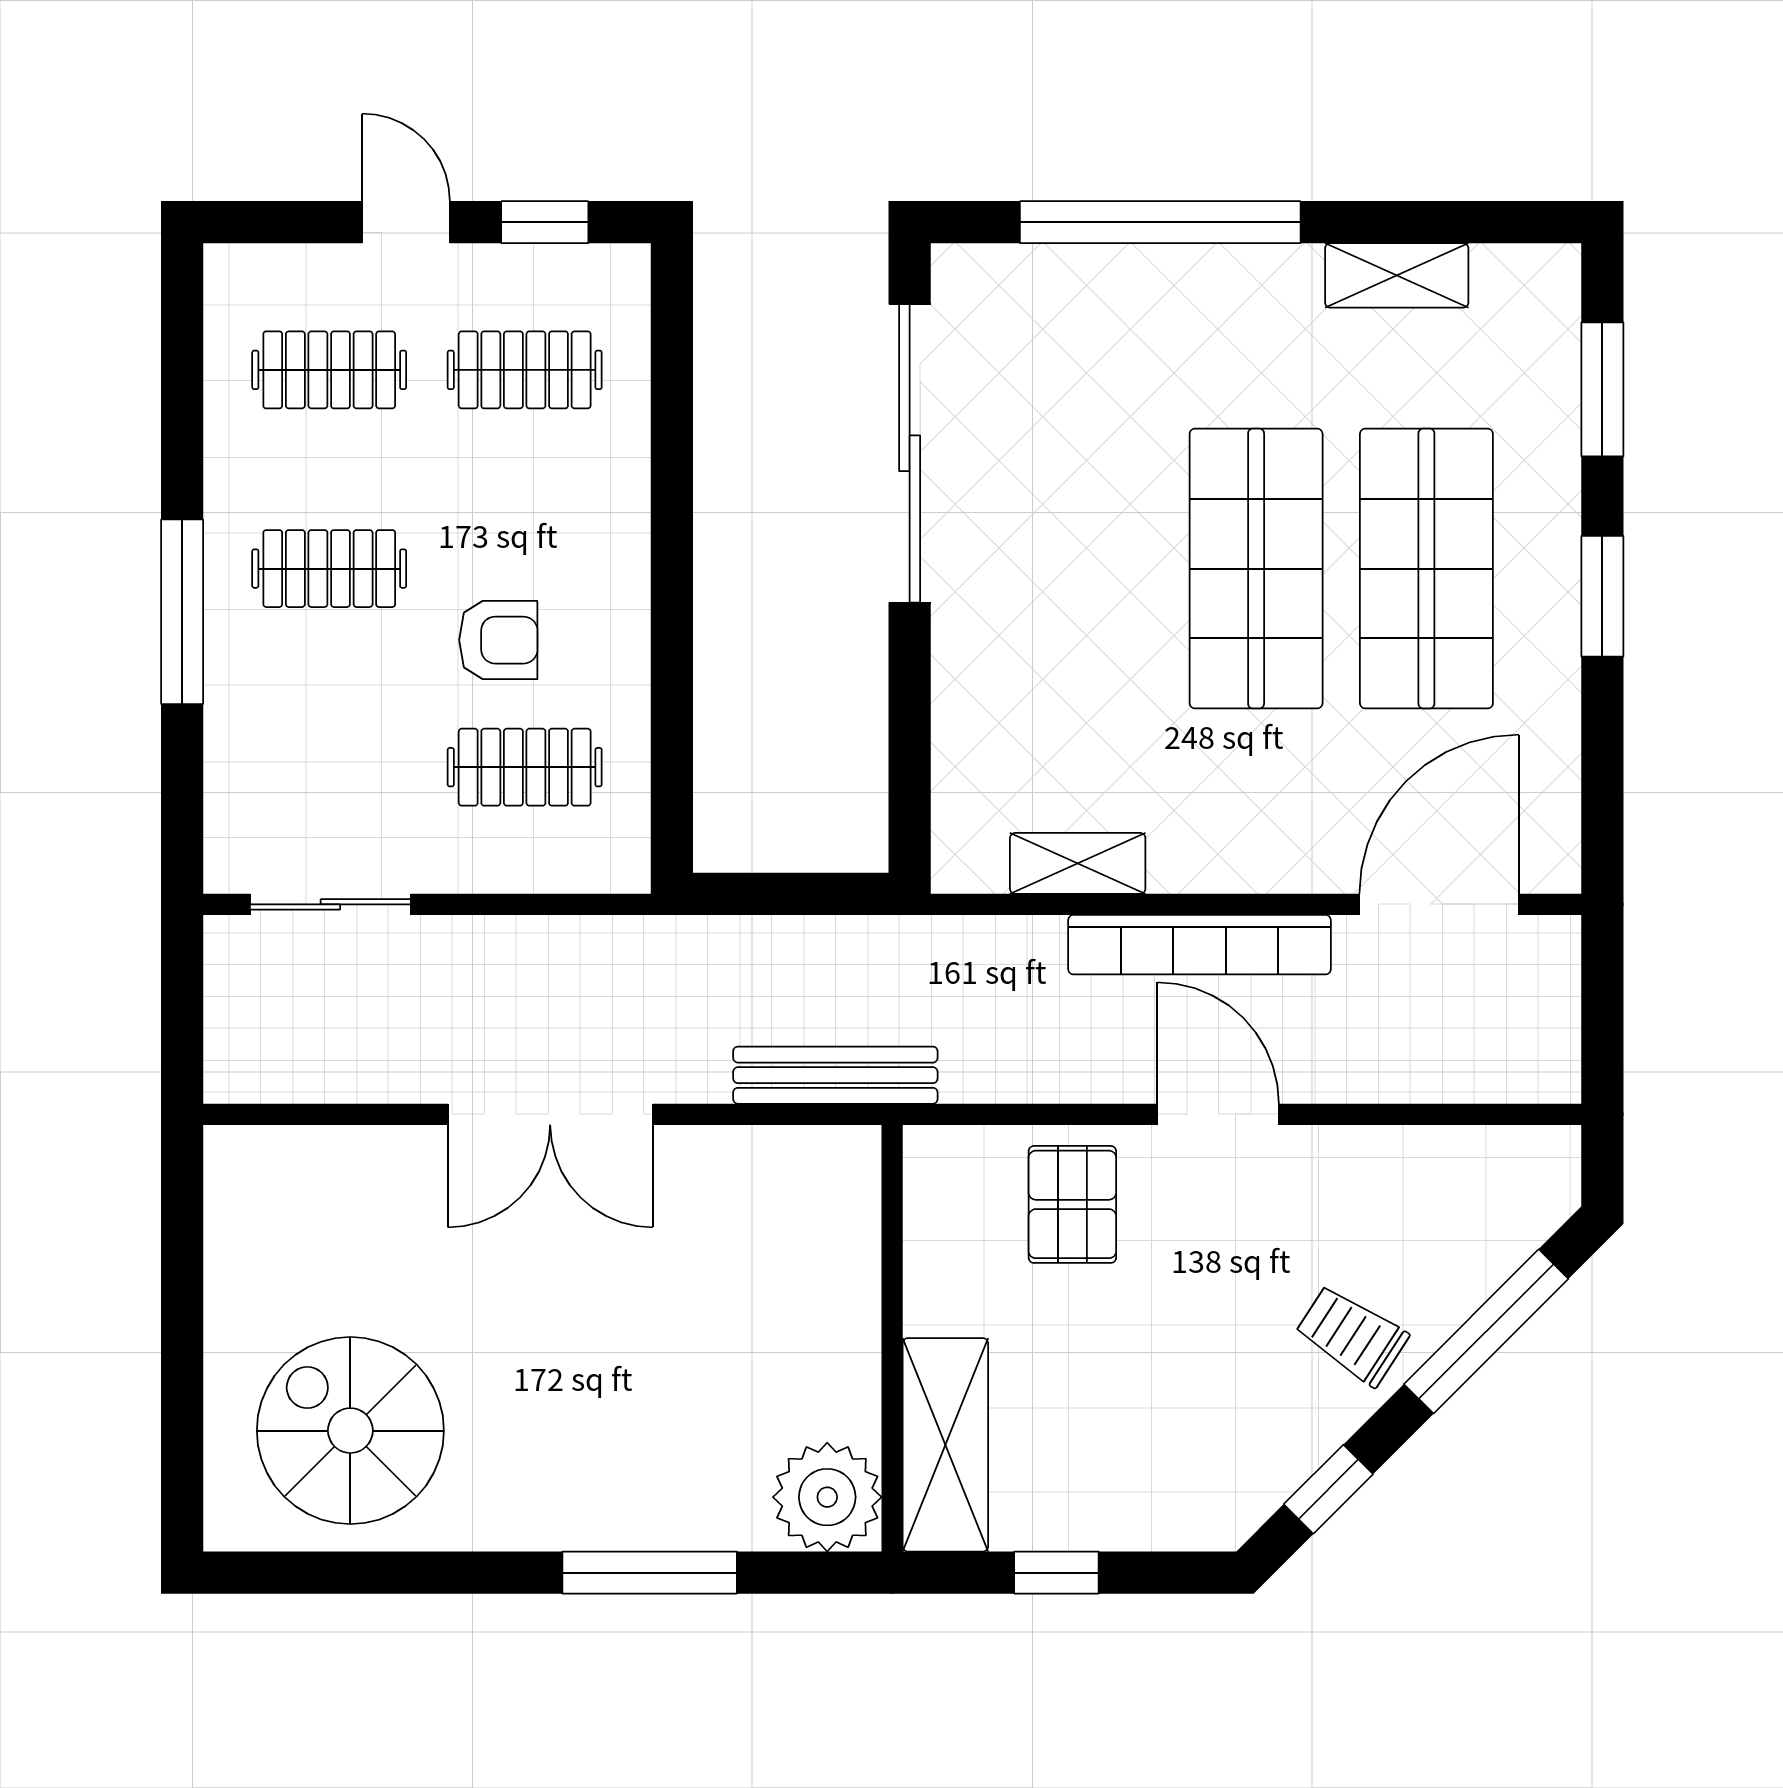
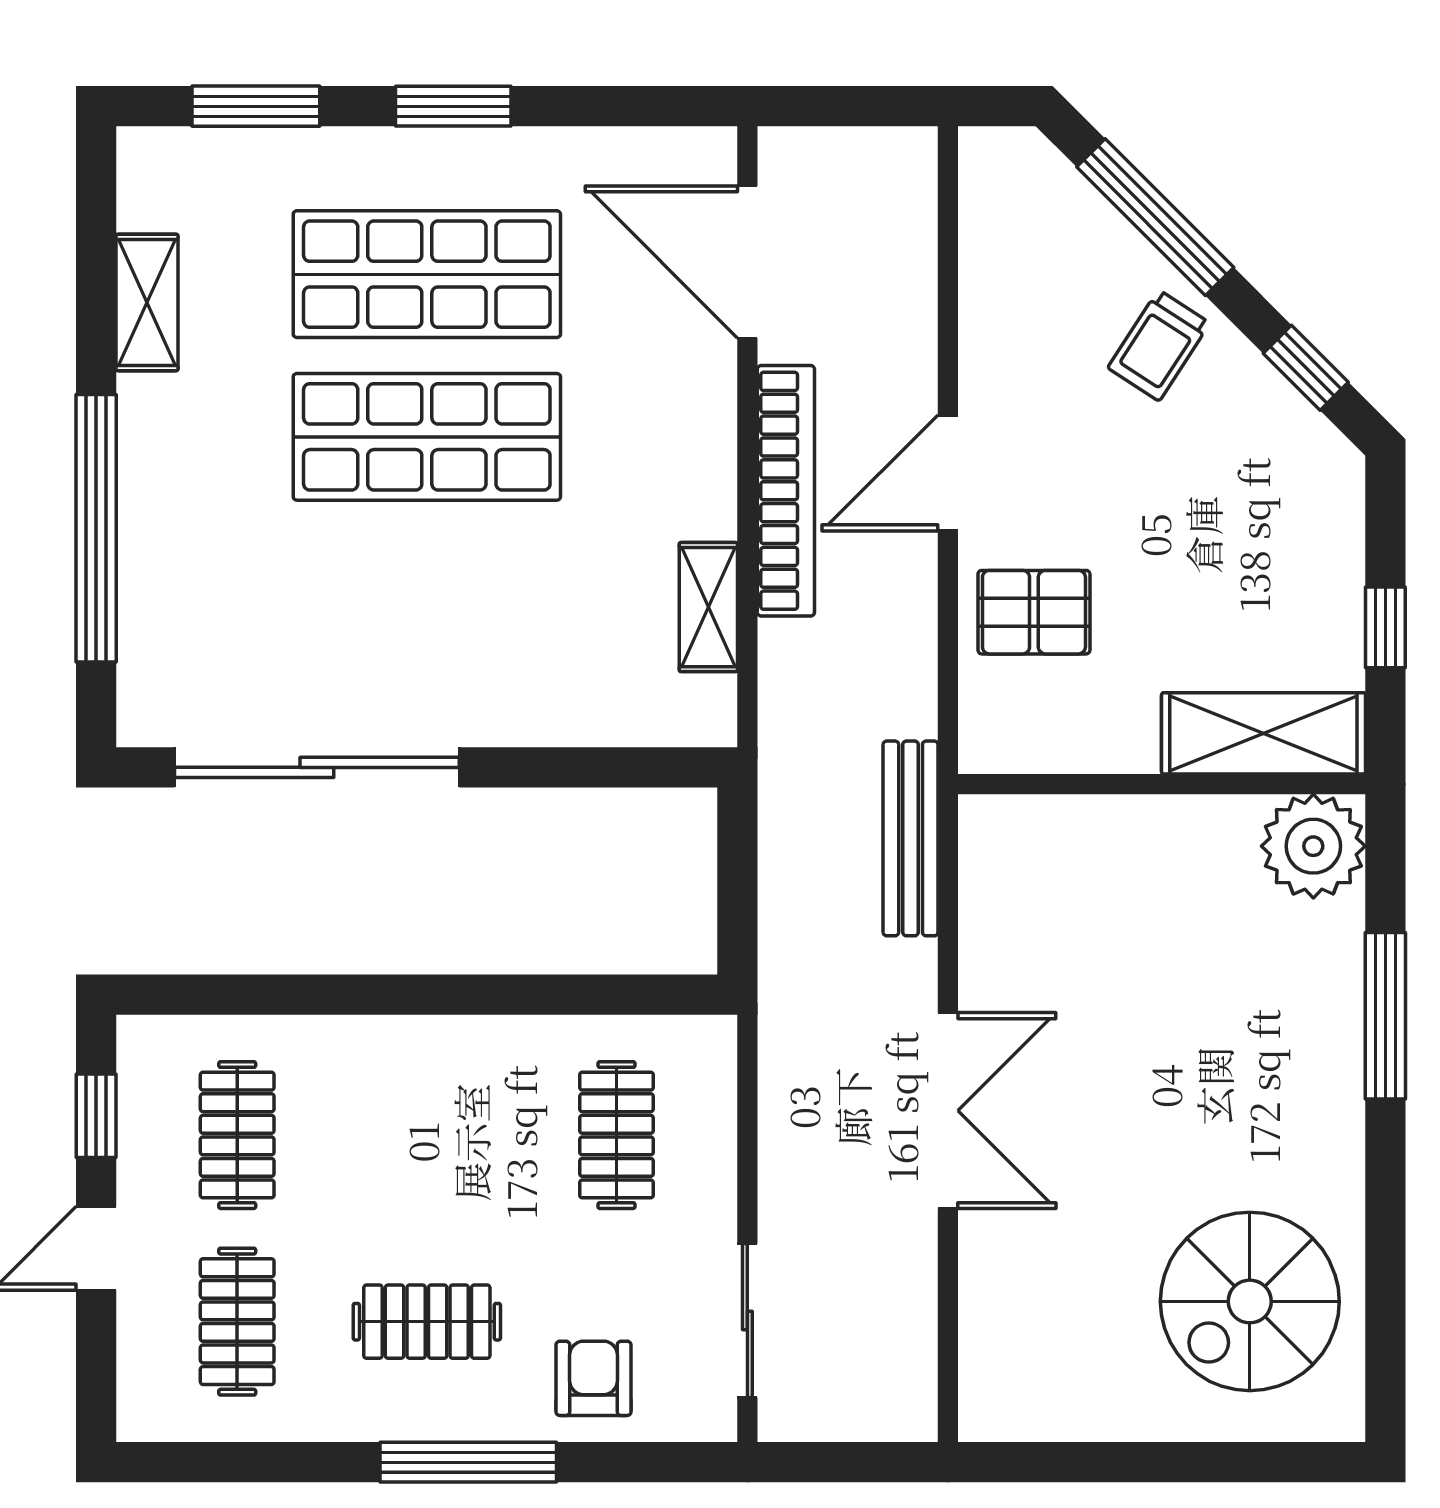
clothes rail: (329, 569) -> (427, 1322), turned 90
armchair: (498, 640) -> (594, 1378), moved

